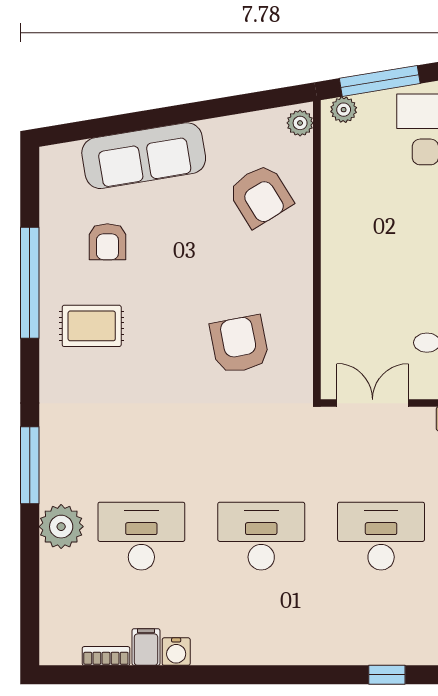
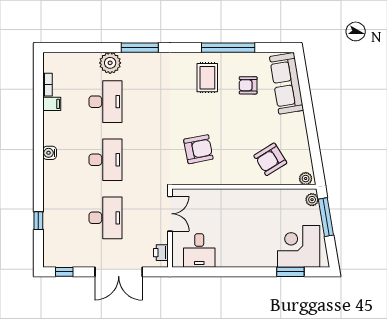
sofa: (144, 156) -> (287, 83), moved
water cooler: (176, 652) -> (50, 153), moved

